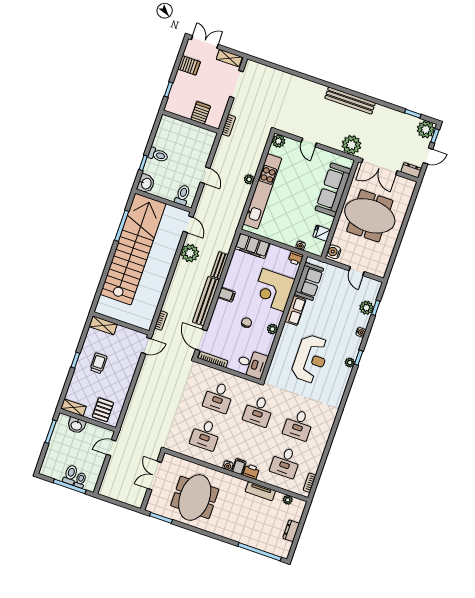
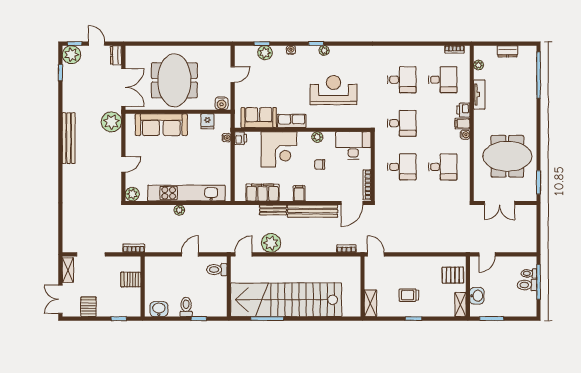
washbasin: (146, 183) -> (159, 309), moved
filing cabinet: (252, 246) -> (263, 193), moved, turned -90
desk: (252, 364) -> (353, 145), width x1.37
door: (111, 448) -> (487, 254), hinge flipped

